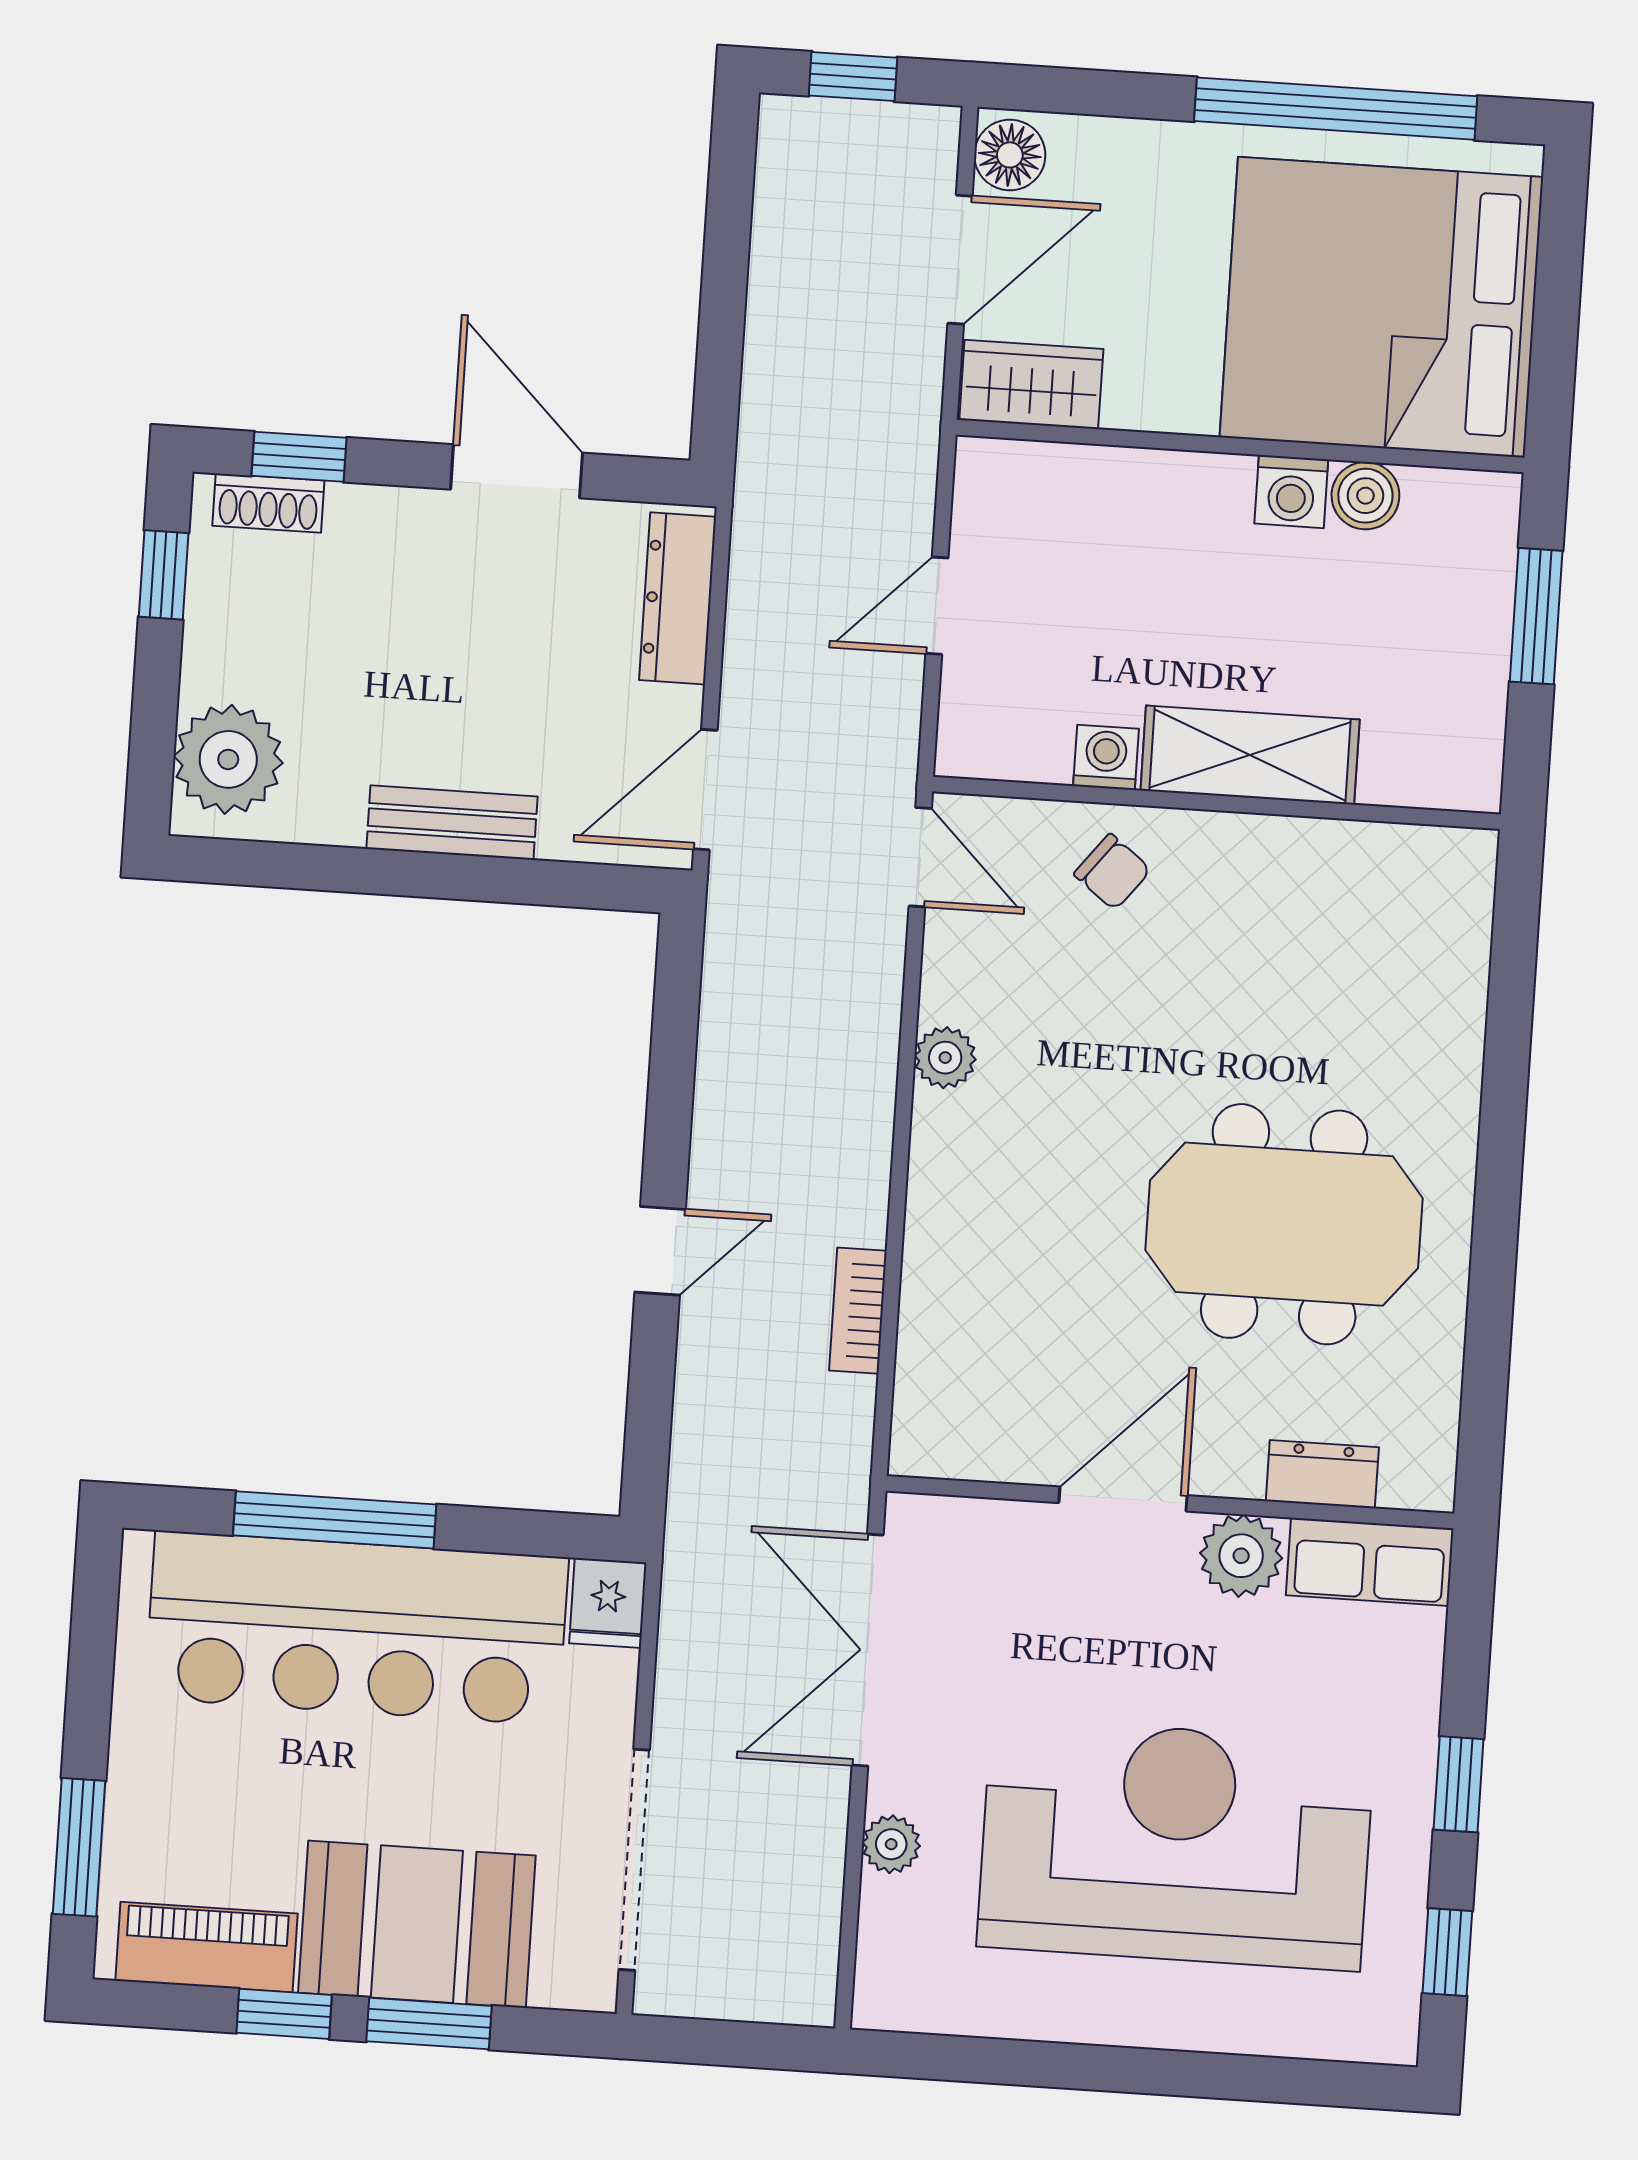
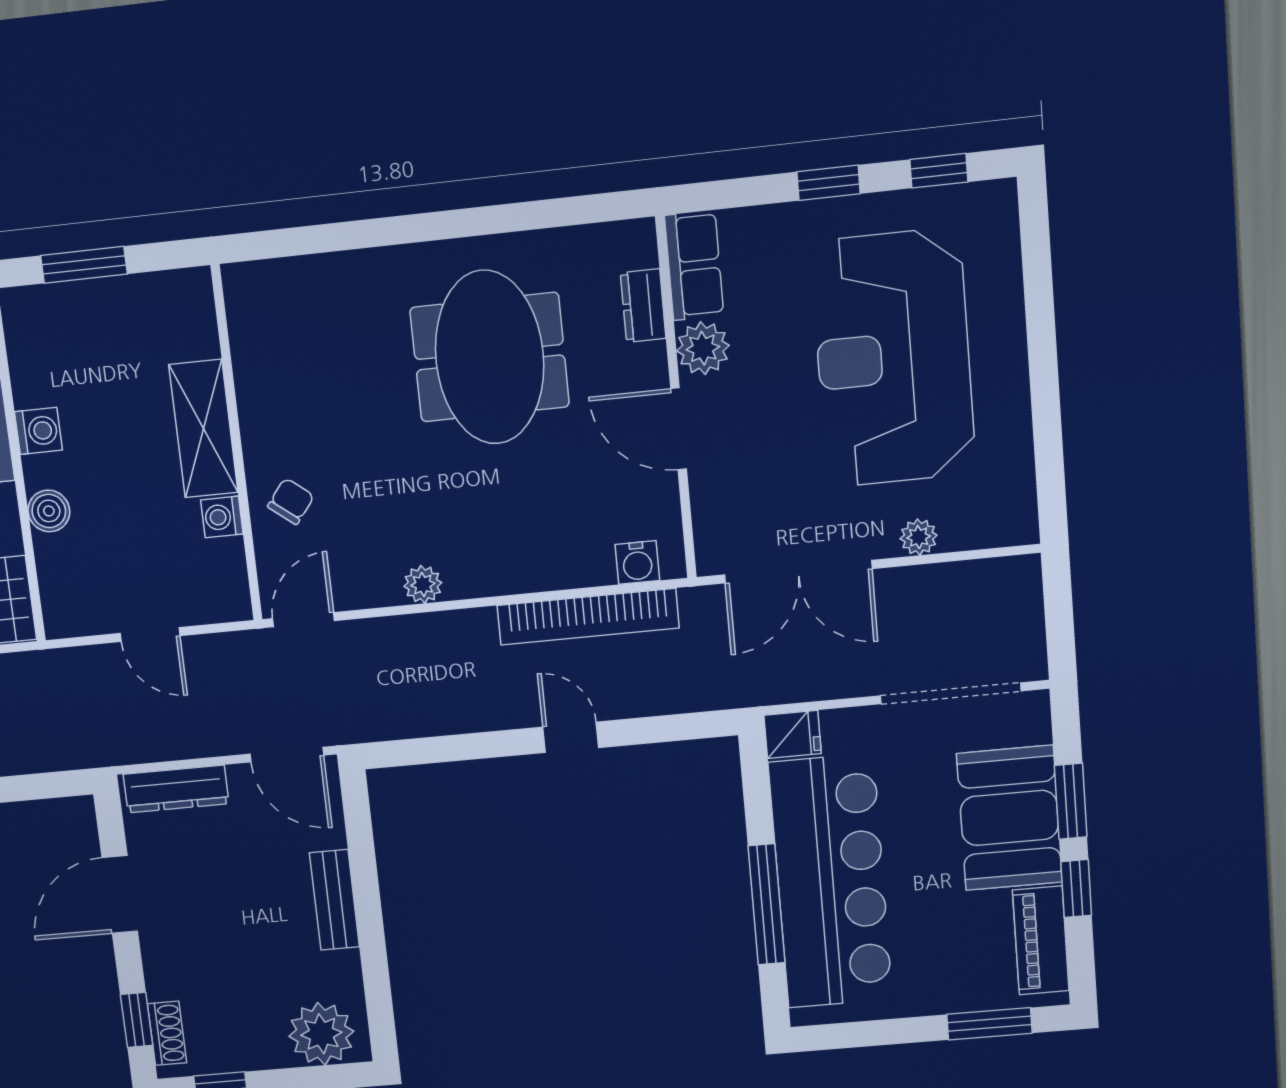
boiler: (1365, 496) -> (49, 511), moved
bookcase: (858, 1311) -> (588, 617), width x2.31, depth x1.31
water cooler: (924, 1402) -> (637, 562), added

